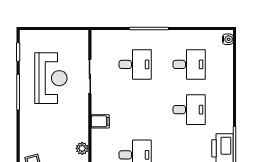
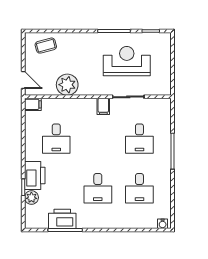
reception desk: (51, 78) -> (127, 61), turned 180
filing cabinet: (100, 121) -> (103, 106), moved
plant: (82, 148) -> (67, 85), width x1.87, depth x1.87

